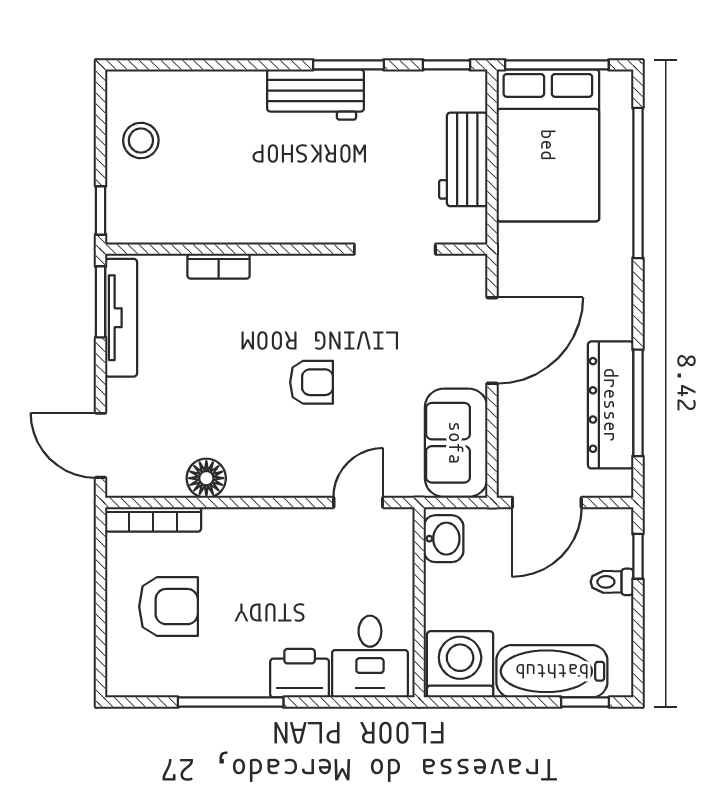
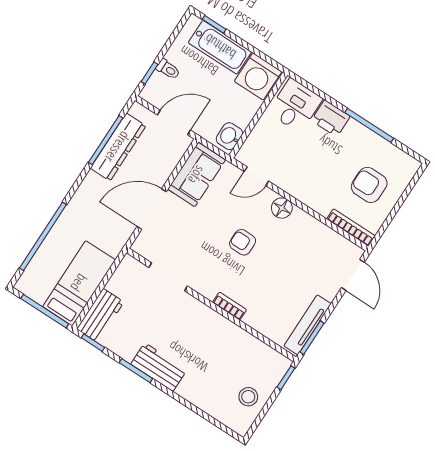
bed: (548, 145) -> (79, 283), width x0.67
workbench: (463, 159) -> (100, 315), moved
bookcase: (219, 266) -> (230, 306), moved
floor lamp: (206, 478) -> (282, 208), moved

